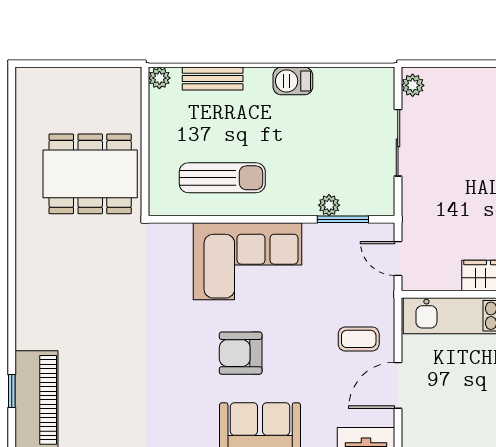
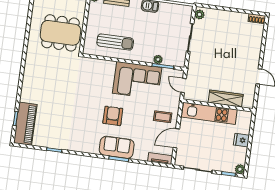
corner sofa: (247, 261) -> (137, 80), moved
armchair: (241, 353) -> (113, 116), turned 90

